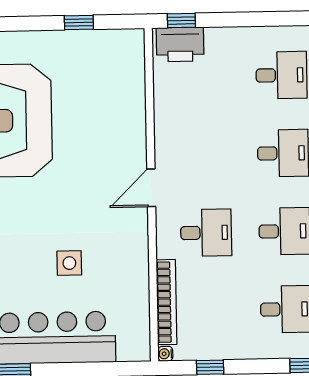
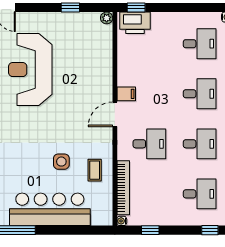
plant: (136, 38) -> (107, 18), added
filing cabinet: (168, 156) -> (126, 94), added
coffee table: (122, 275) -> (95, 170), added

